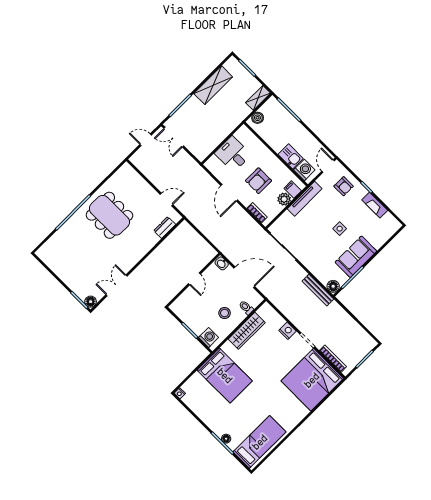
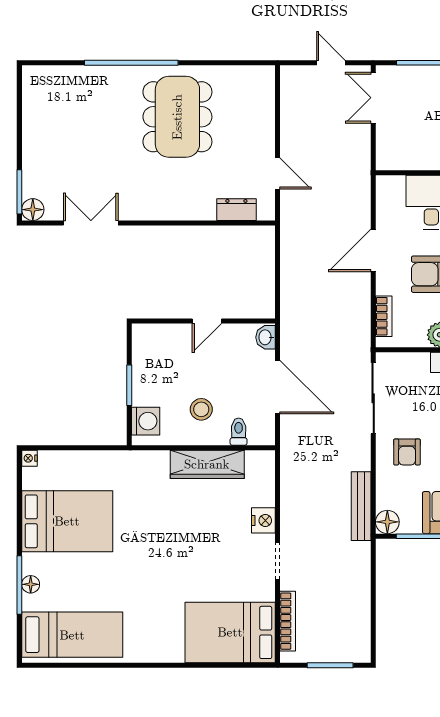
armchair: (315, 254) -> (407, 452), added
bed: (225, 376) -> (67, 521), moved, turned -90
bed: (312, 380) -> (230, 632), width x0.73

